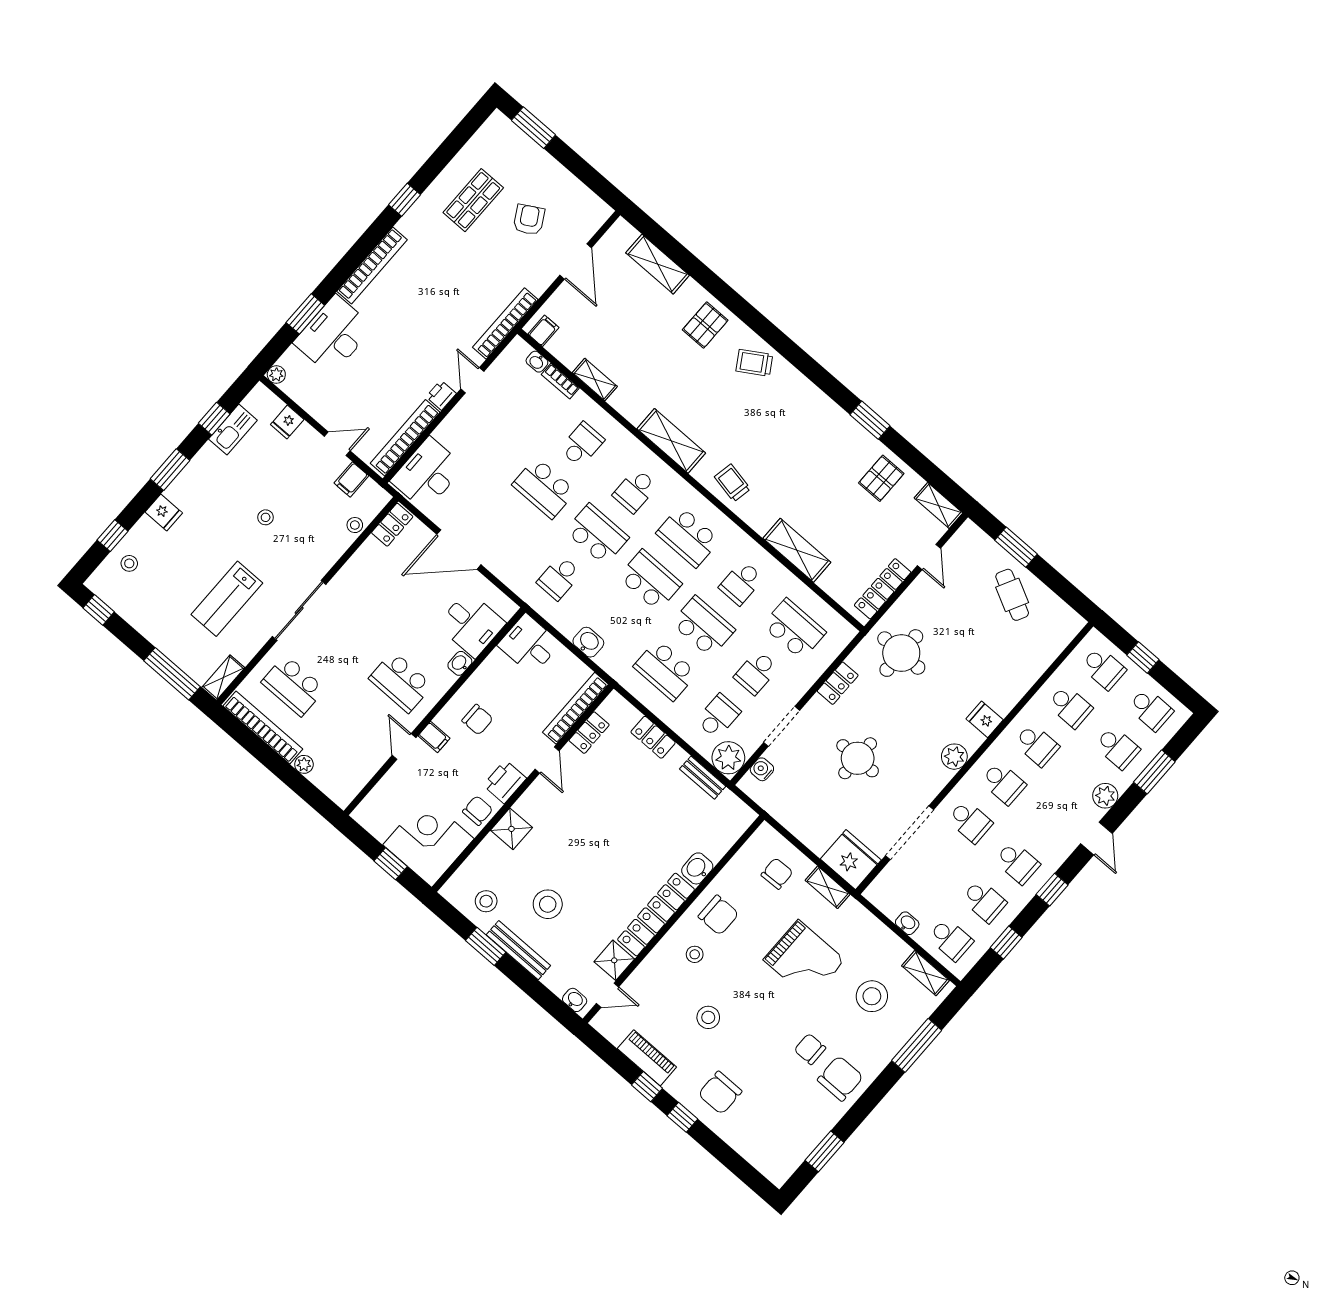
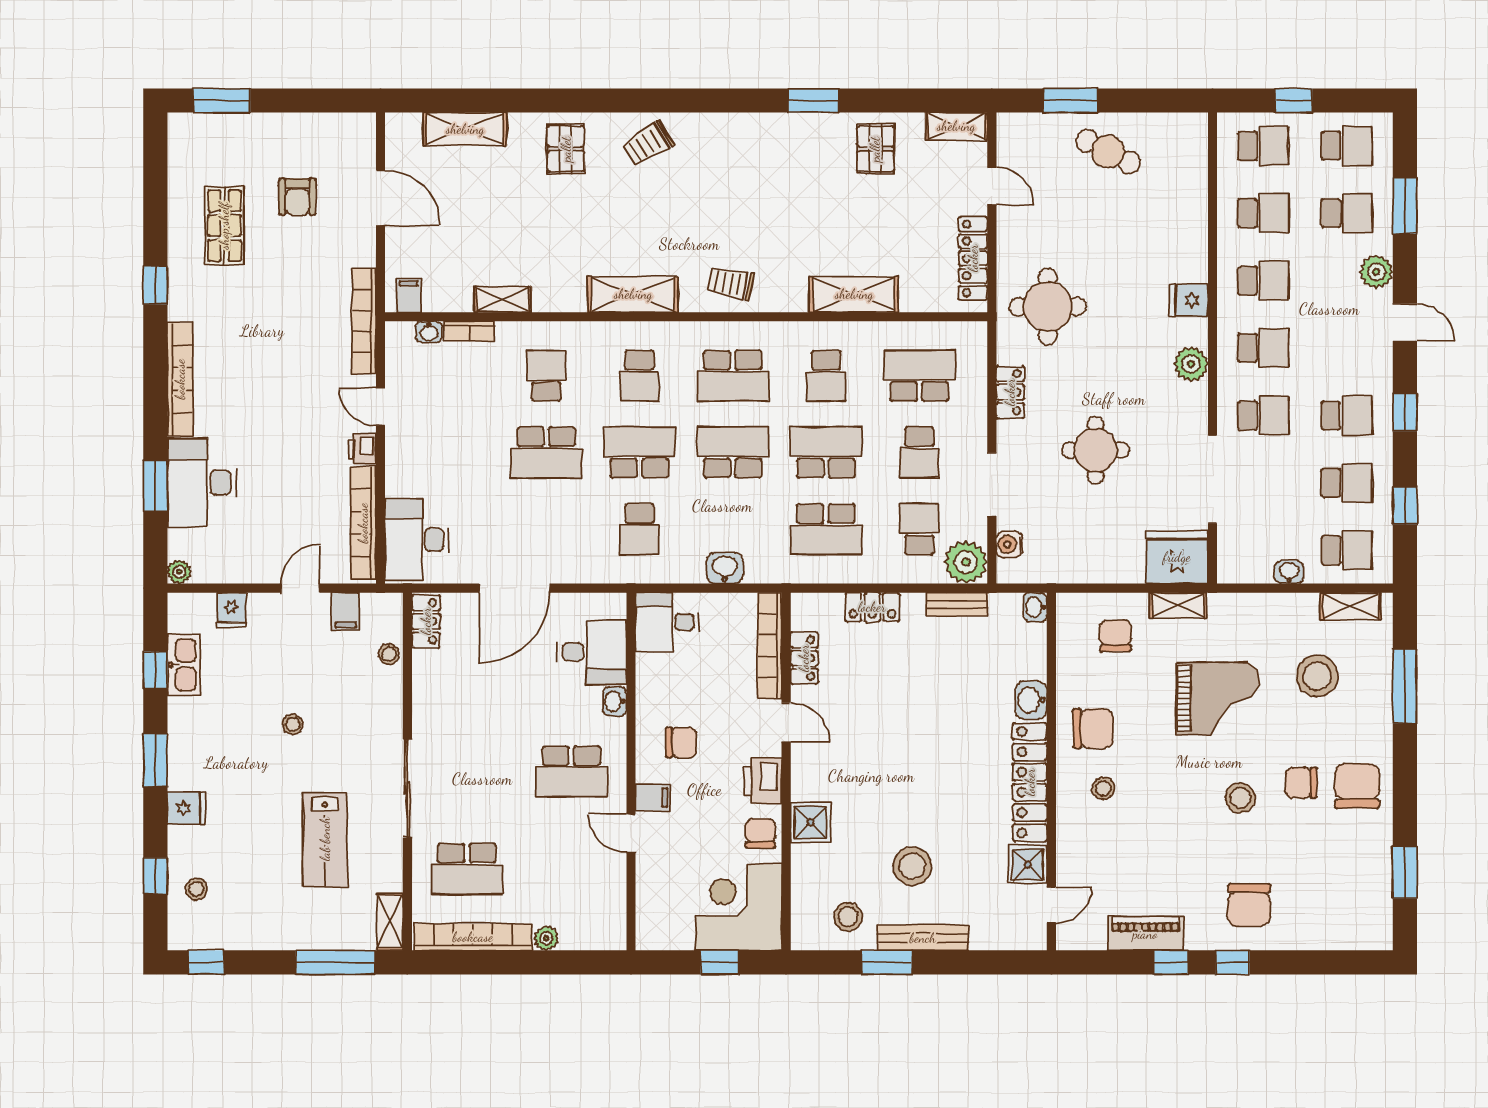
armchair: (529, 220) -> (297, 197), turned -150
washbasin: (575, 1000) -> (1035, 607), moved, turned -90
stool: (708, 1017) -> (1240, 798), moved

